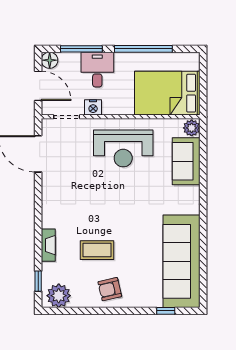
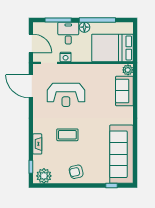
floor lamp: (50, 60) -> (84, 27), moved
reception desk: (123, 148) -> (66, 95), moved
coffee table: (97, 250) -> (67, 135), moved

